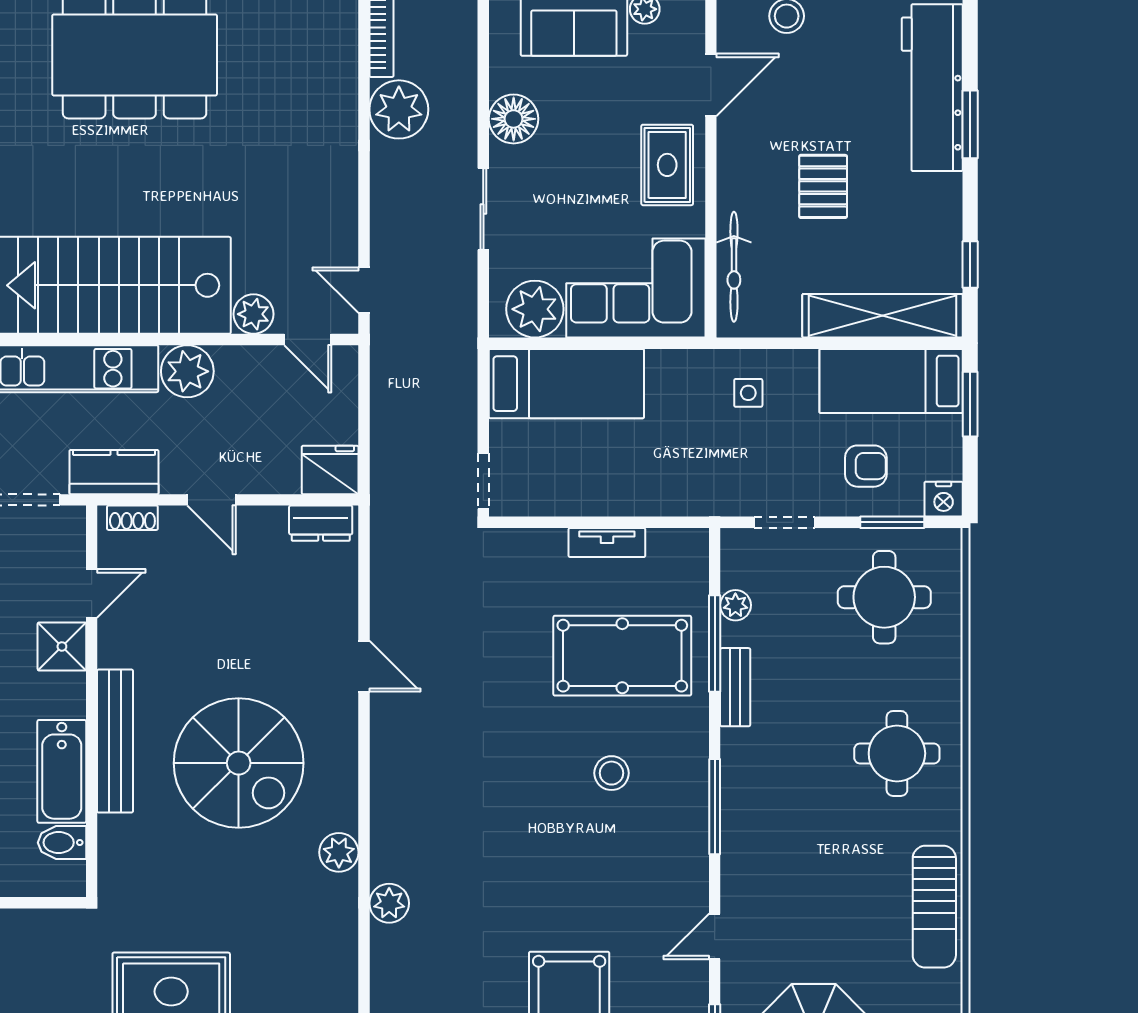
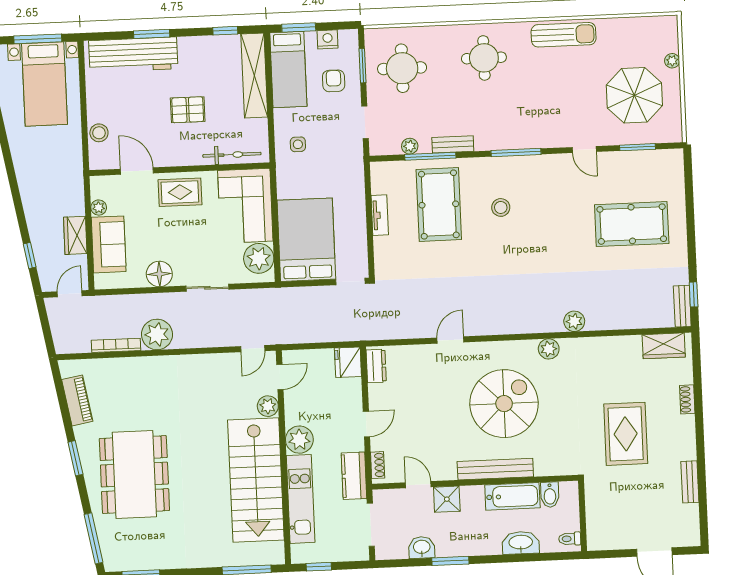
bed: (566, 384) -> (306, 240), width x1.50
nightstand: (944, 499) -> (328, 39), moved, turned -90

